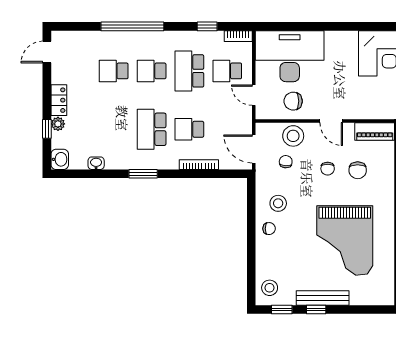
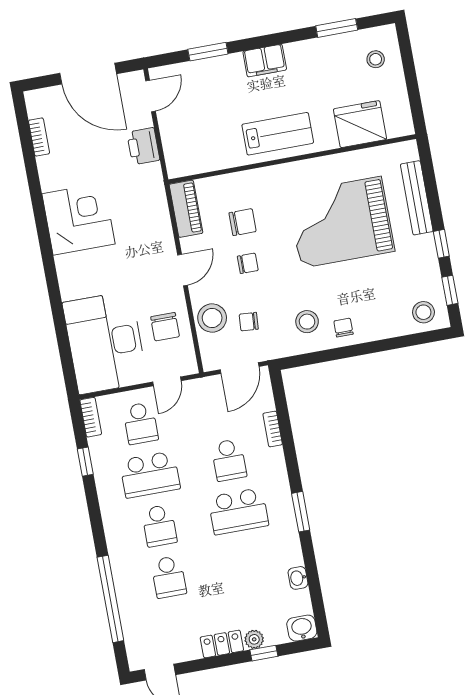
window: (132, 26) -> (110, 599), moved
bookcase: (199, 165) -> (273, 429), width x0.64
grand piano: (345, 241) -> (341, 222), turned 180
bench: (323, 298) -> (417, 198), moved

